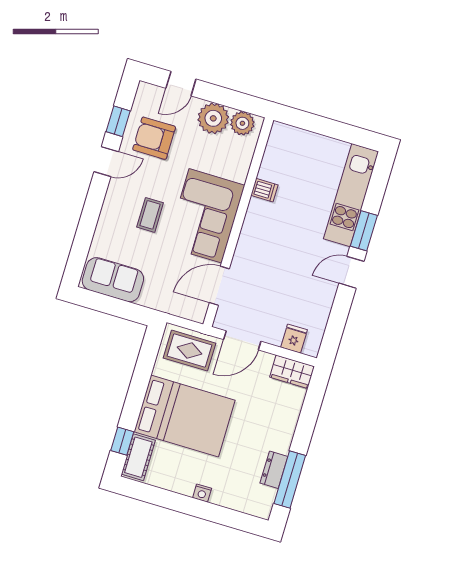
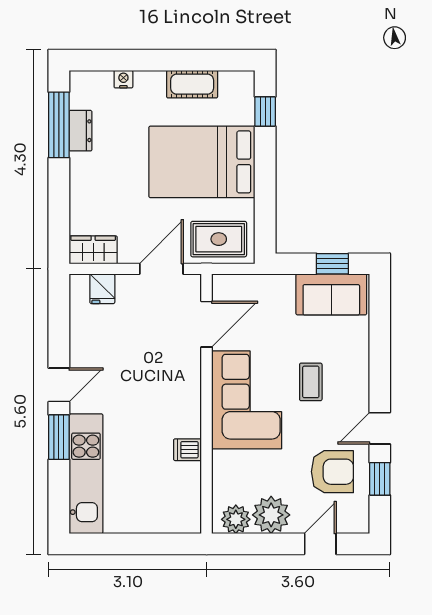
window: (105, 304) -> (332, 264), added
cot: (138, 457) -> (192, 84), moved, turned 90
nightstand: (202, 493) -> (123, 79), moved

